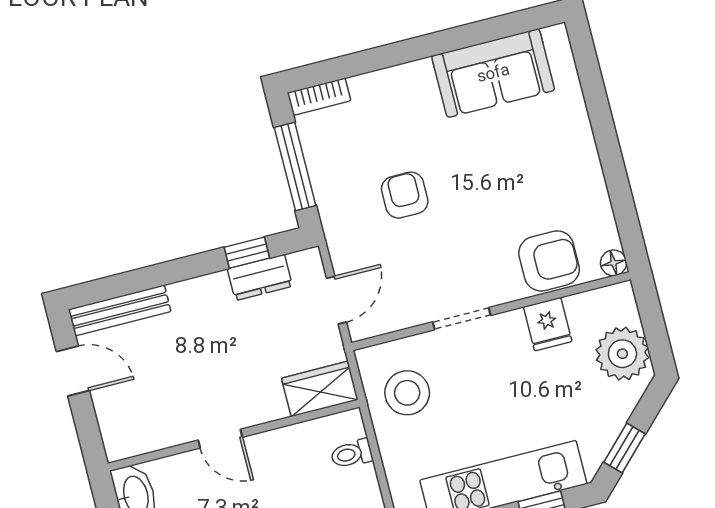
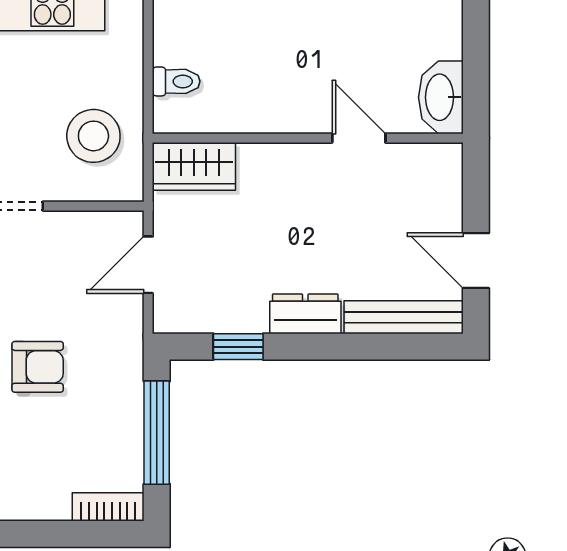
armchair: (405, 195) -> (38, 367), turned -90
dresser: (260, 277) -> (305, 314), moved
door: (220, 439) -> (359, 138), moved

